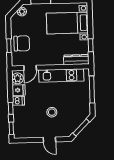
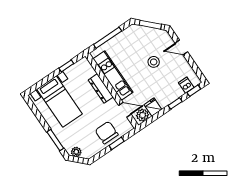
dresser: (76, 60) -> (101, 88), moved
dishwasher: (18, 101) -> (186, 85), moved
door: (49, 140) -> (181, 47), swing flipped

